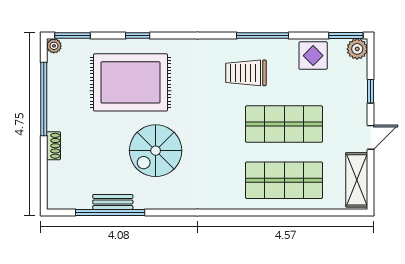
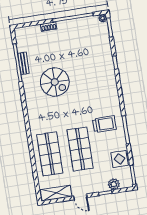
plant: (357, 49) -> (114, 184), moved
trolley: (246, 73) -> (104, 124), turned 90
rug: (130, 82) -> (89, 63), removed
spiral stairs: (156, 151) -> (55, 82), turned 180

